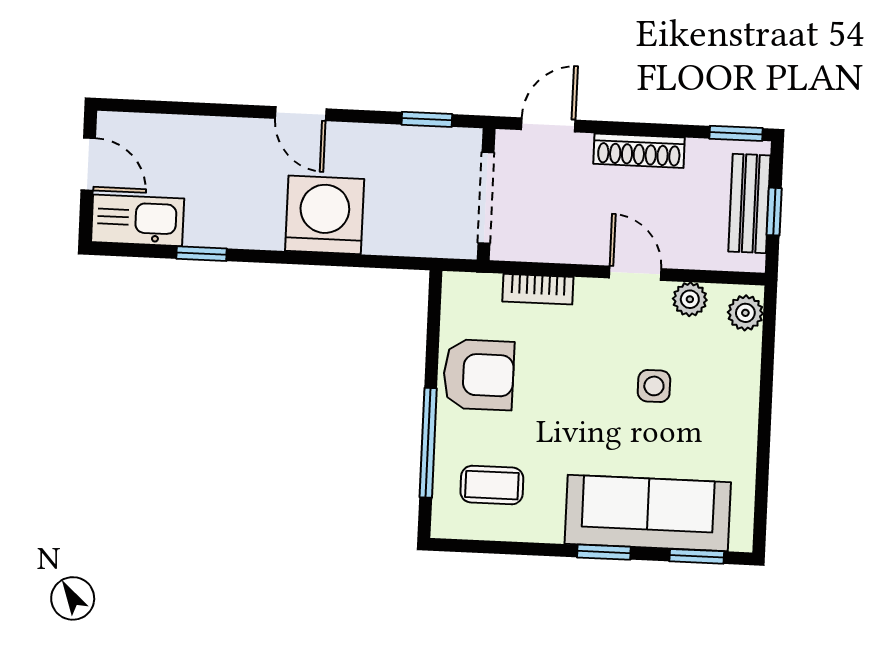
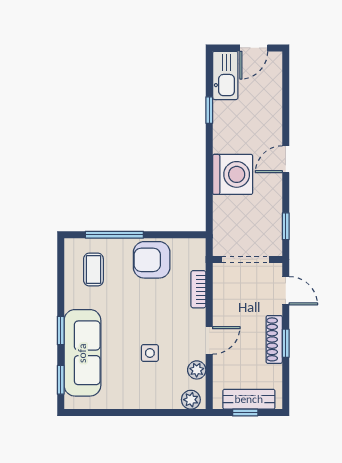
window: (736, 133) -> (286, 343), moved
armchair: (479, 375) -> (152, 260), turned 90

